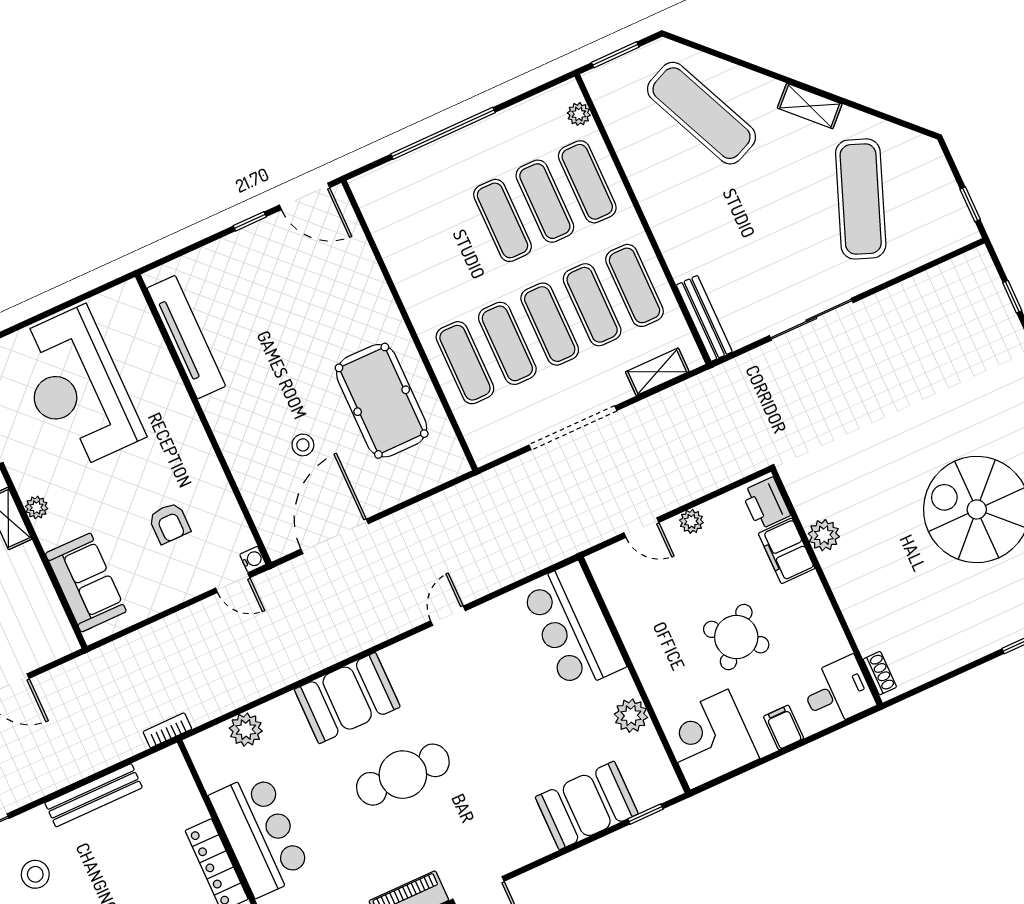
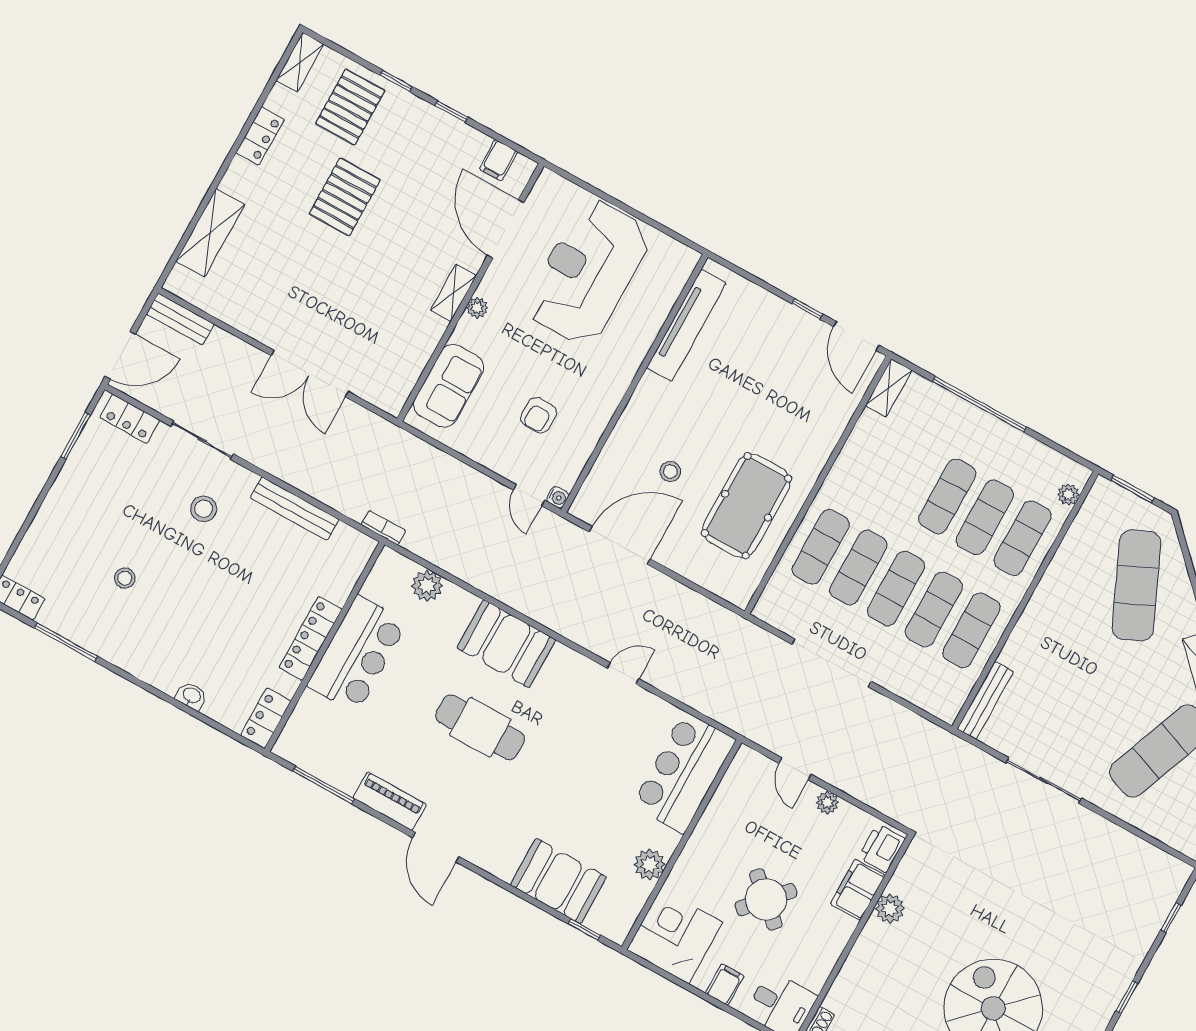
shelving: (657, 372) -> (889, 388), moved, turned 90

